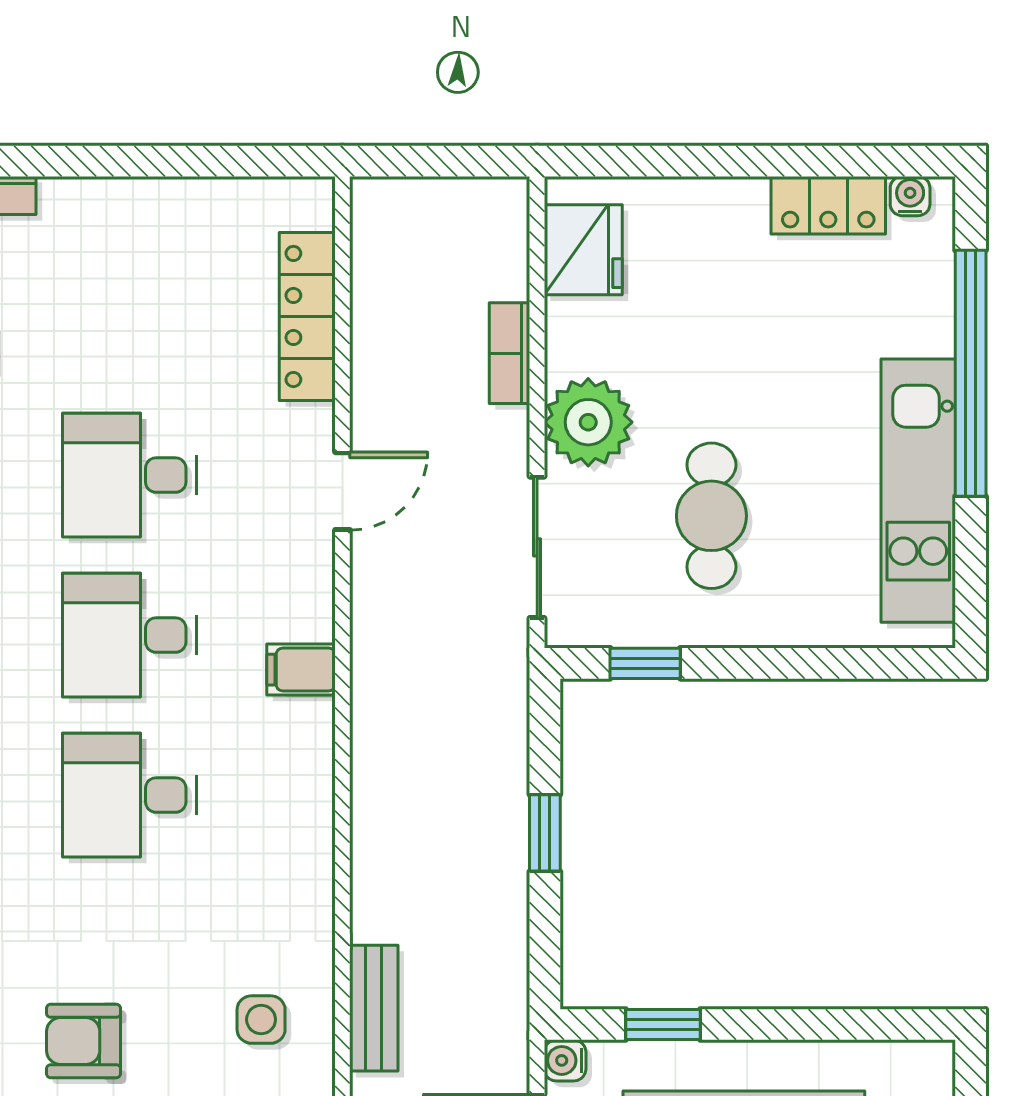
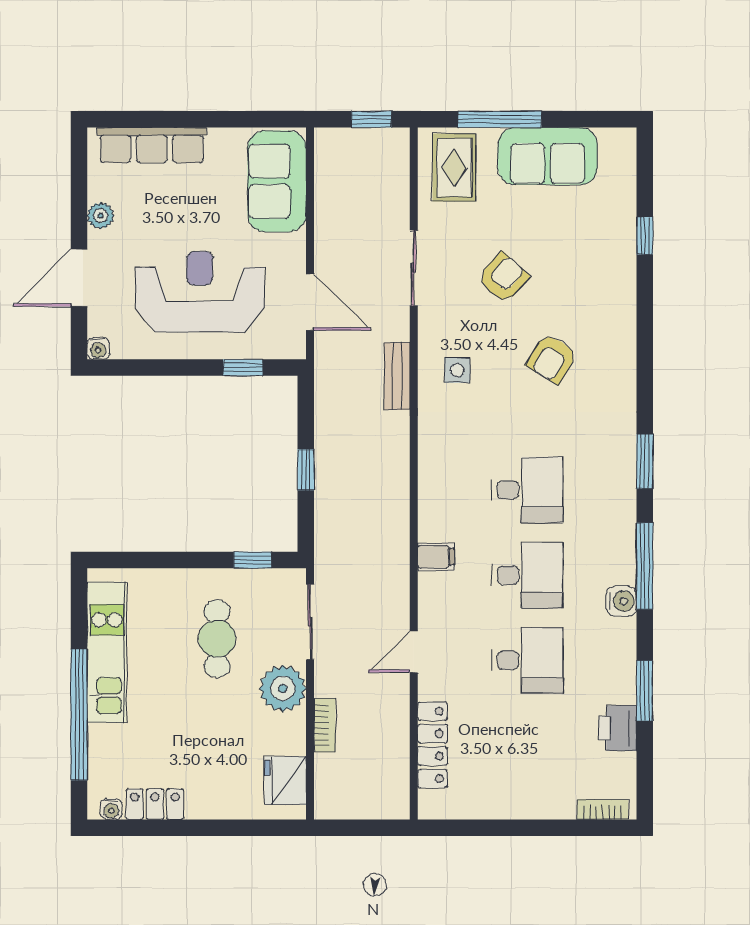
armchair: (83, 1041) -> (552, 359), turned 121
water cooler: (565, 1060) -> (98, 348), moved, turned 90

